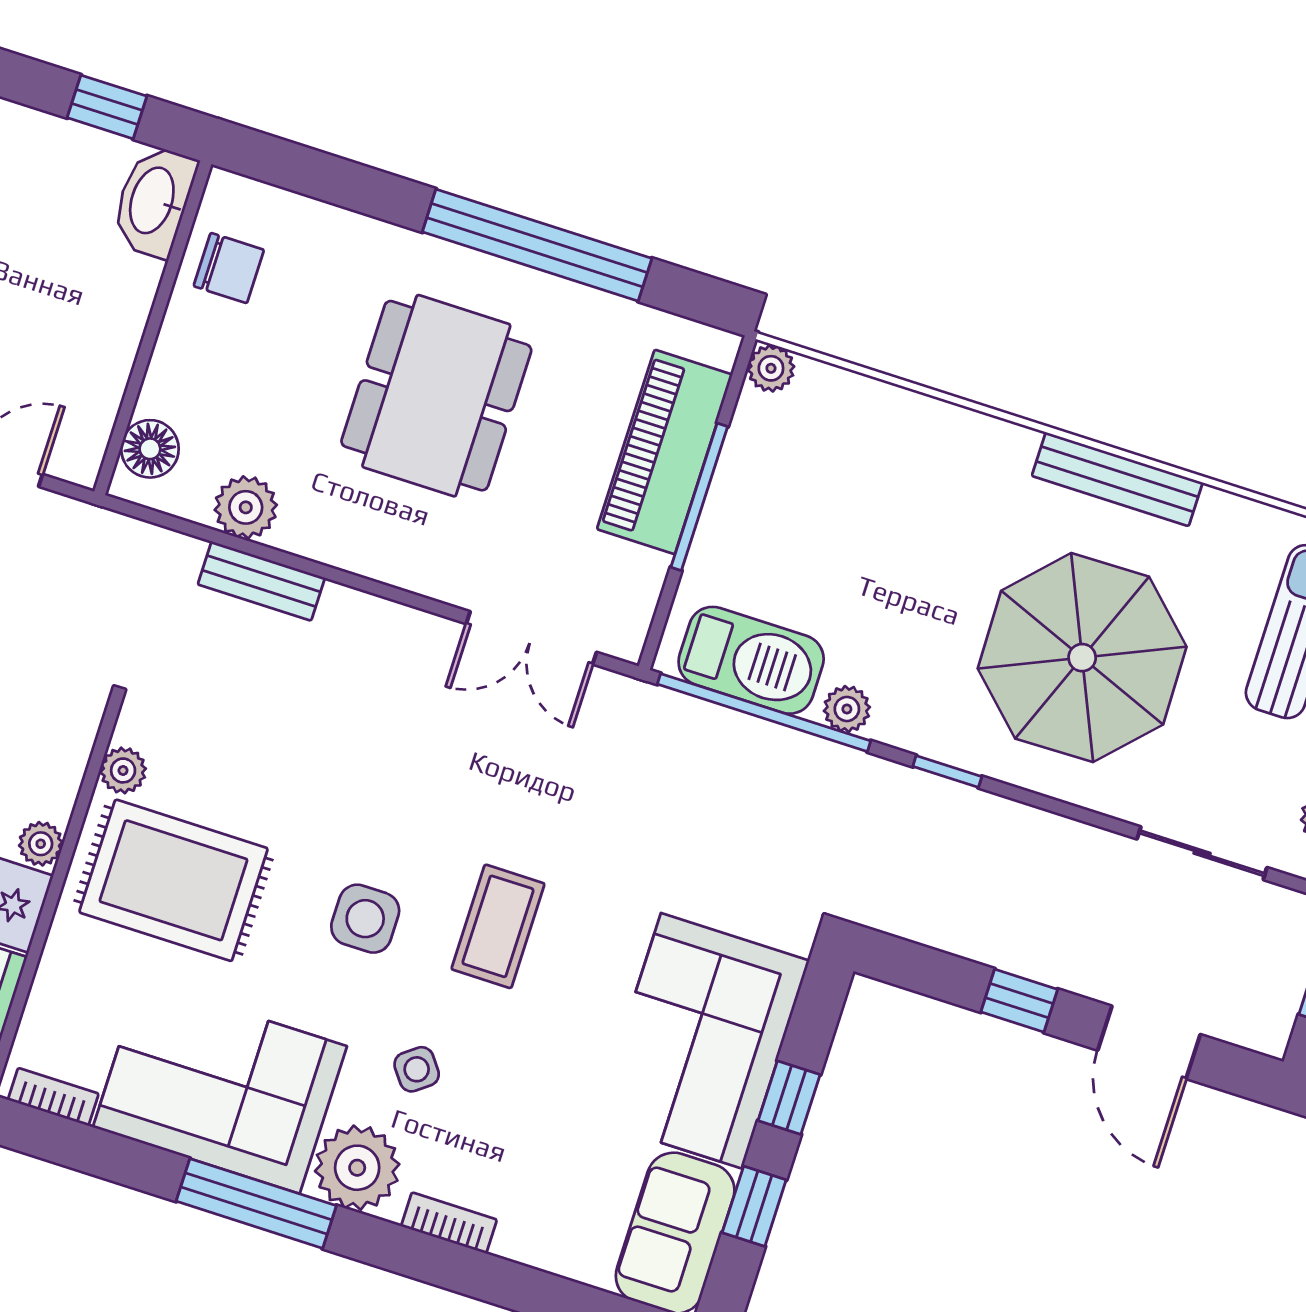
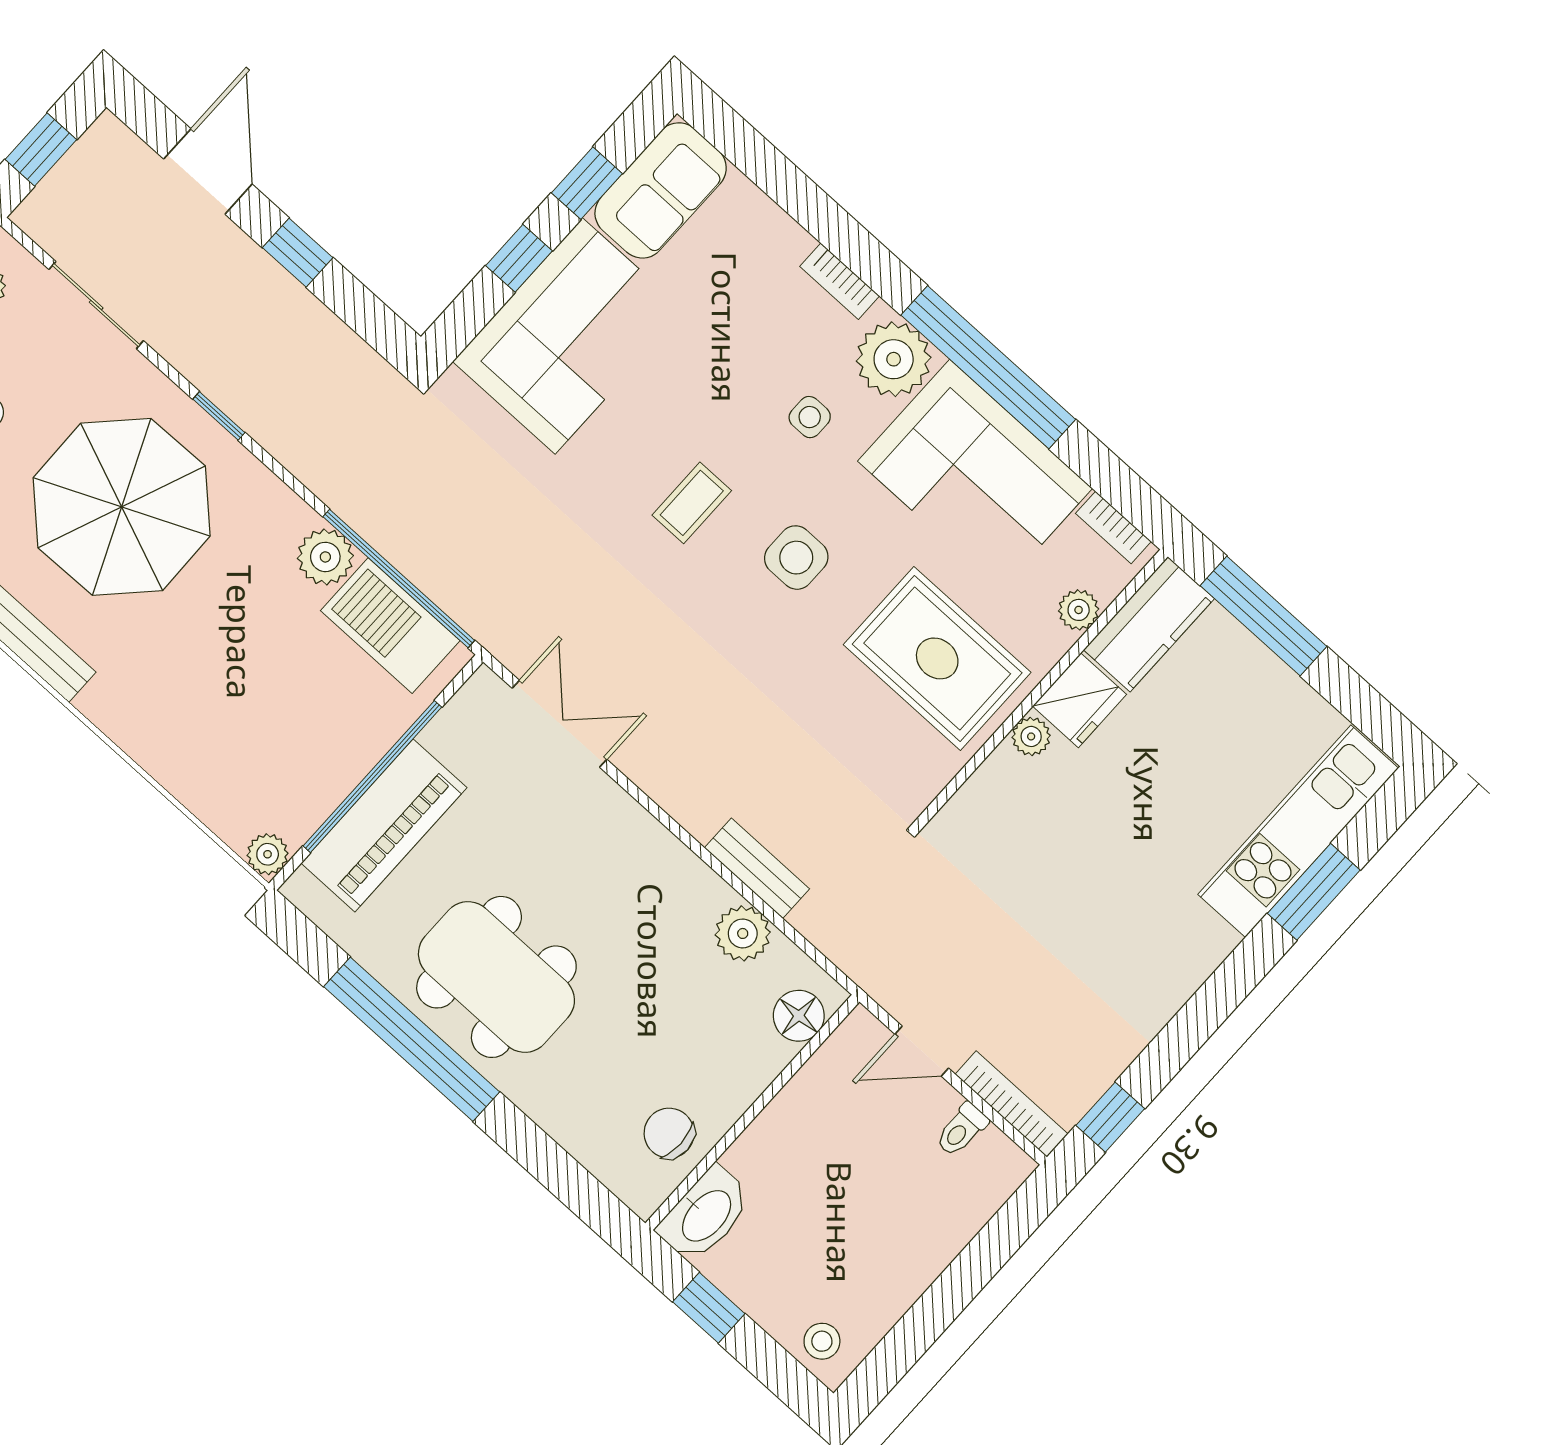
dining table: (436, 396) -> (496, 977), moved, turned 90
window: (699, 497) -> (372, 777), width x1.46
plant: (847, 709) -> (325, 557), width x1.38, depth x1.38
plant: (123, 770) -> (1079, 610), moved
window: (947, 771) -> (219, 416), moved
coffee table: (498, 926) -> (692, 503), width x0.73, depth x0.77
side table: (417, 1069) -> (810, 417), turned 37
window: (256, 1203) -> (988, 367), width x1.46

